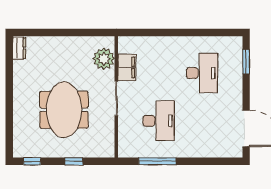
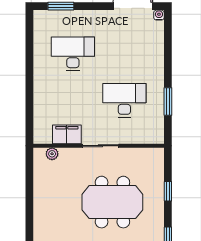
plant: (104, 59) -> (52, 154), width x0.53, depth x0.53
water cooler: (238, 153) -> (159, 15), added
window: (157, 161) -> (168, 102), width x0.69

